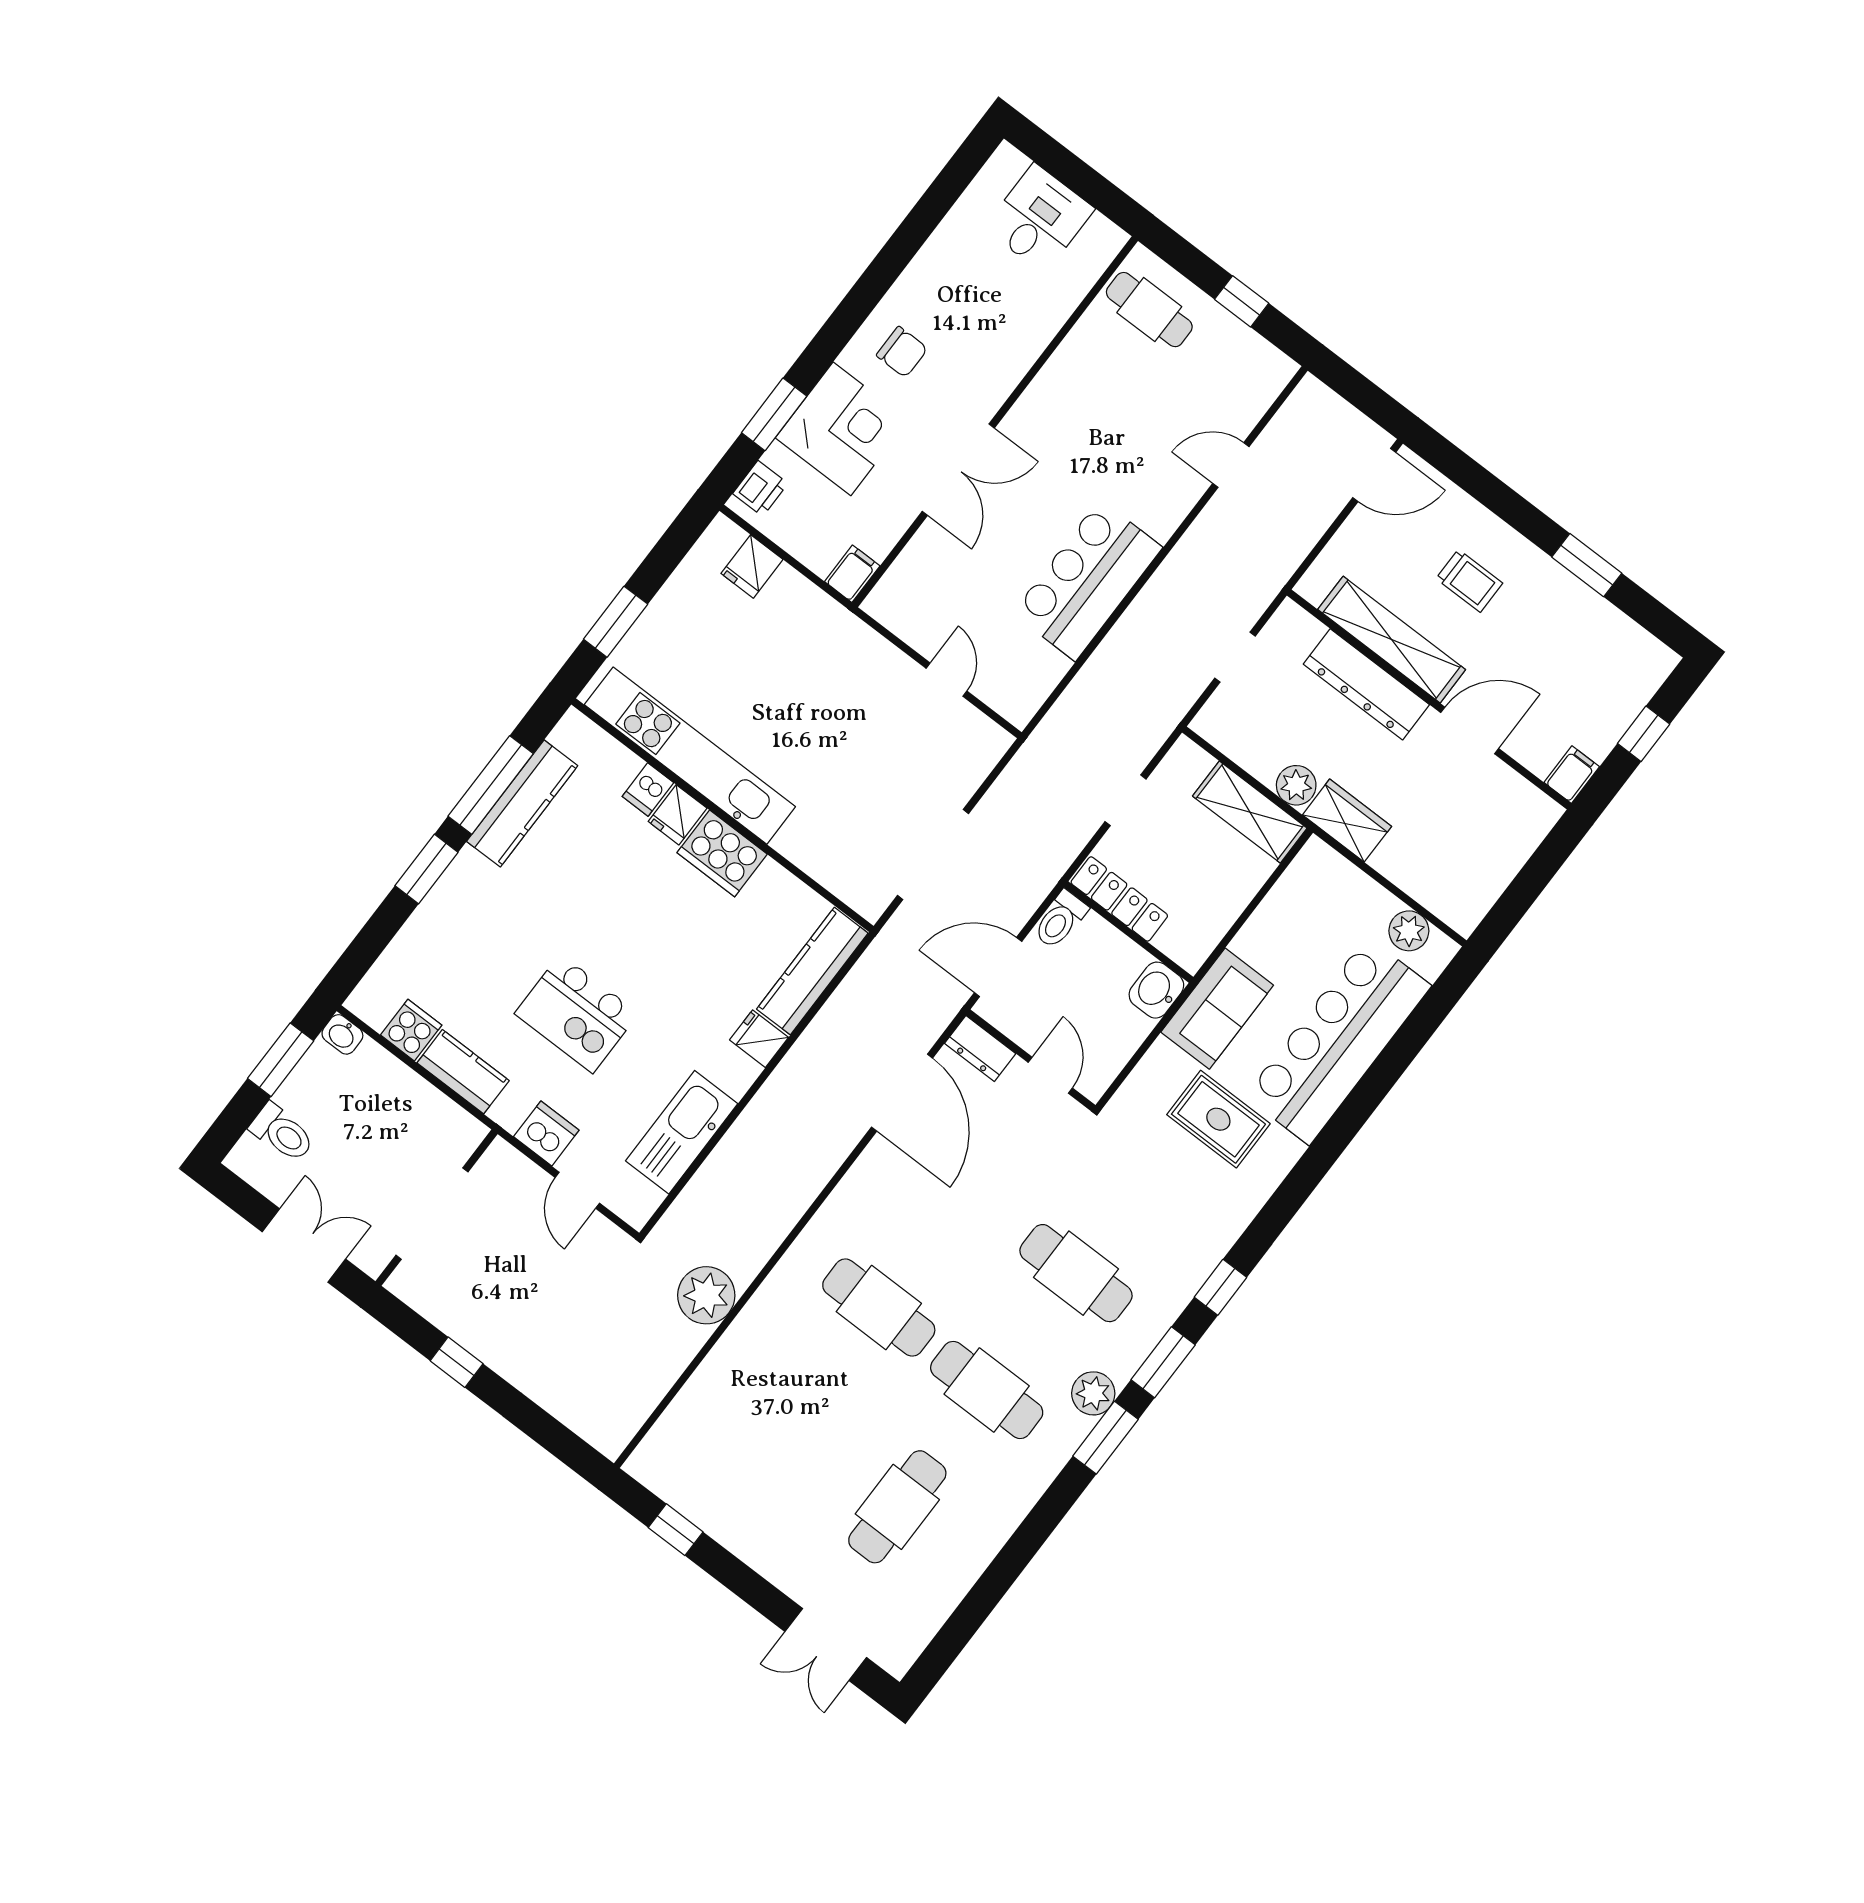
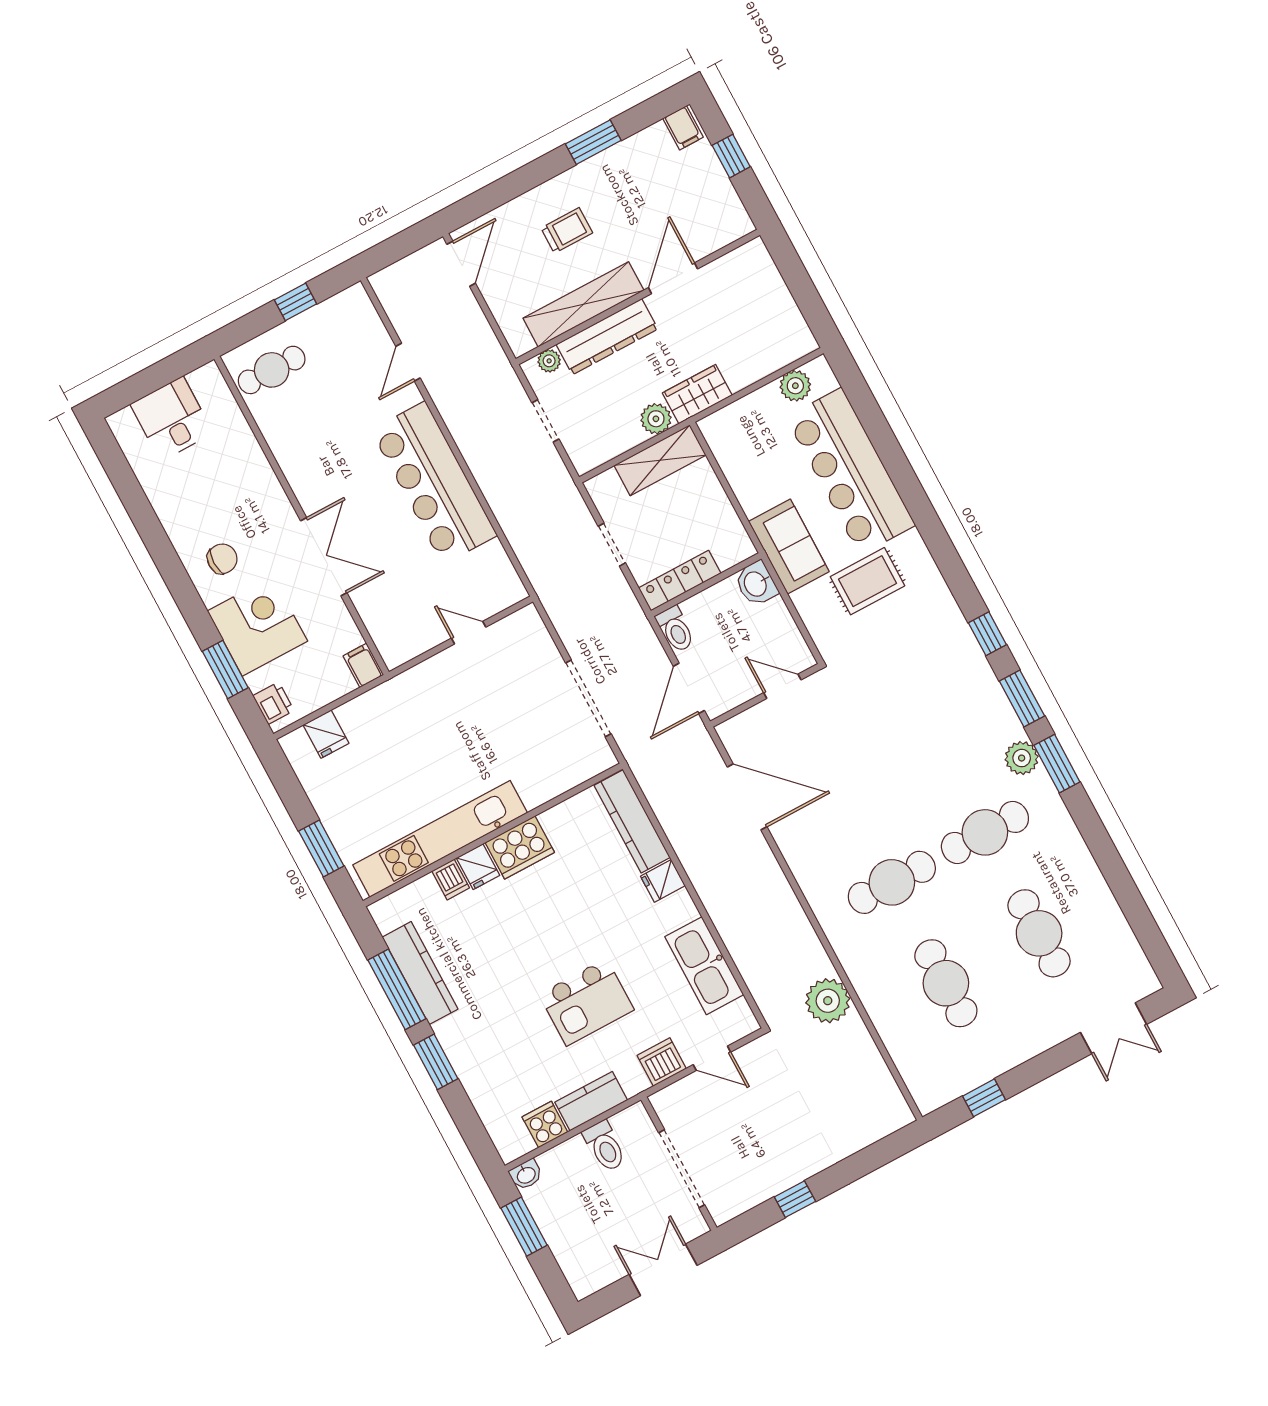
bar counter: (1087, 580) -> (434, 483), width x1.36
plant: (1307, 629) -> (549, 361), added
filing cabinet: (1572, 775) -> (683, 128), moved, turned 180
dresser: (980, 1048) -> (741, 727), removed
toilet: (282, 1133) -> (605, 1146), moved, turned 90
cafe table: (1076, 1273) -> (946, 983), moved, turned 90

